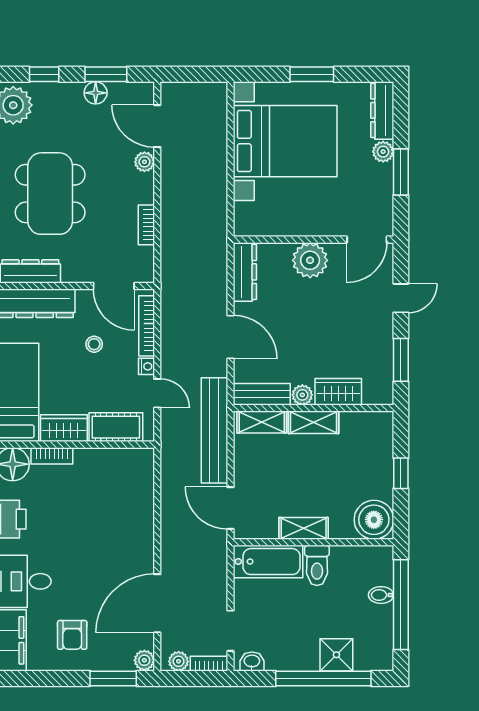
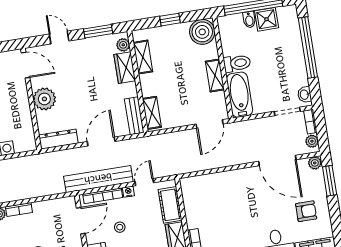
bookcase: (146, 225) -> (19, 210), moved
plant: (302, 395) -> (123, 45), moved
shelving: (314, 422) -> (143, 57), moved
bench: (214, 430) -> (98, 179), moved
shower: (336, 655) -> (267, 19), moved

